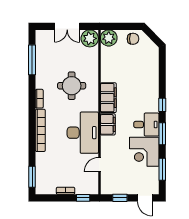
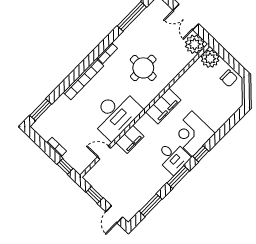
filing cabinet: (108, 124) -> (130, 139), moved
corner desk: (144, 152) -> (192, 134), moved

